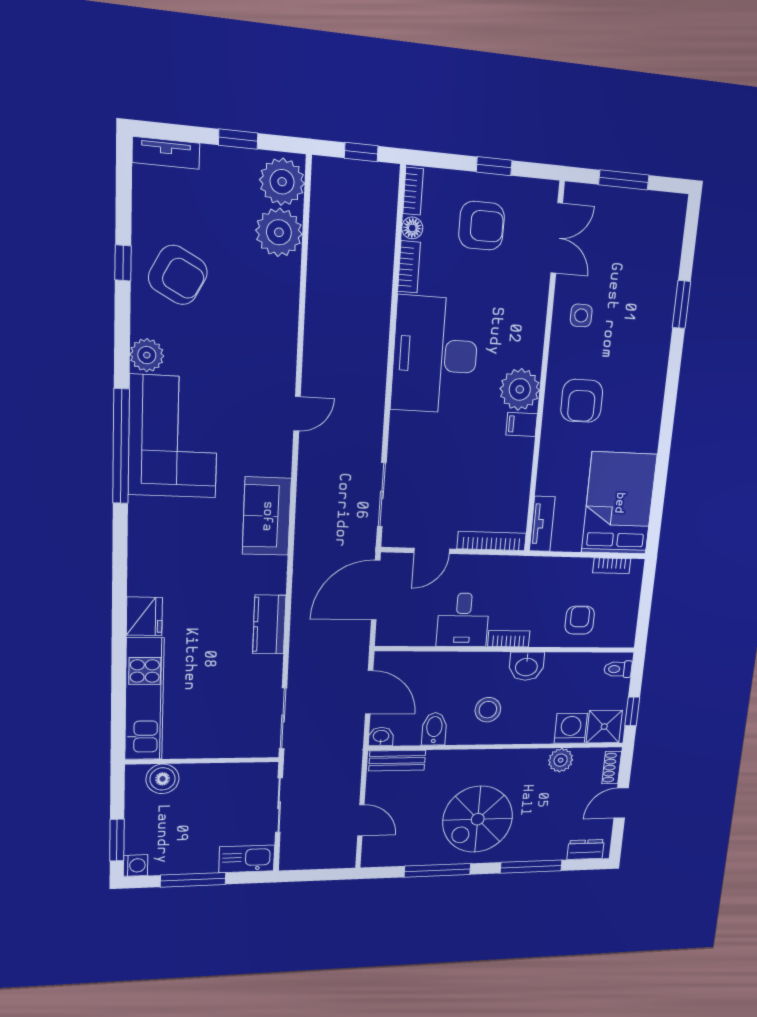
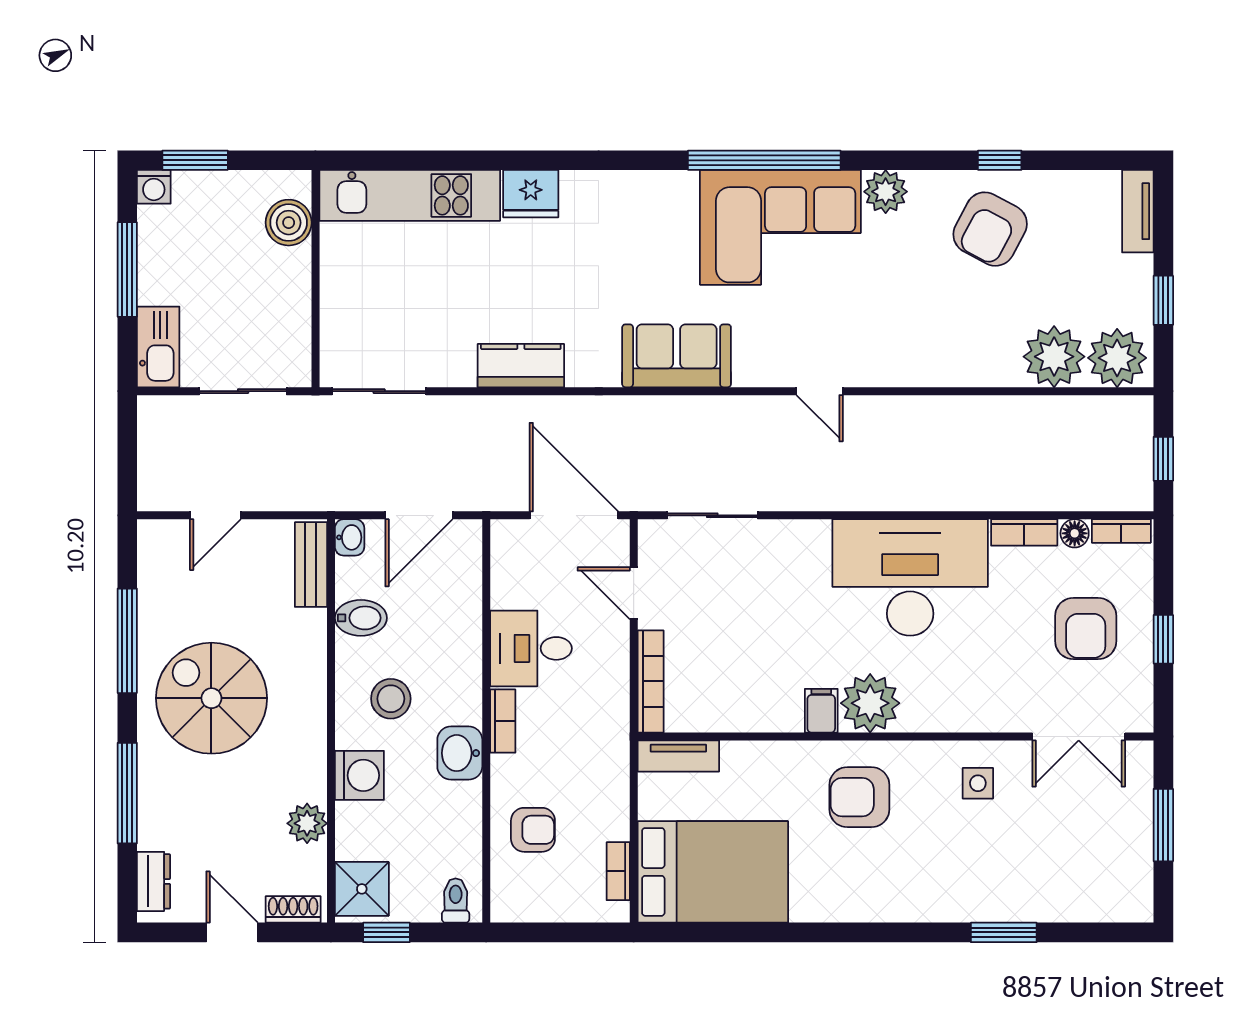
washing machine: (571, 728) -> (359, 775), moved

